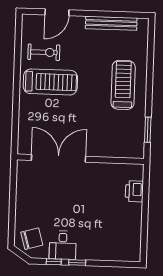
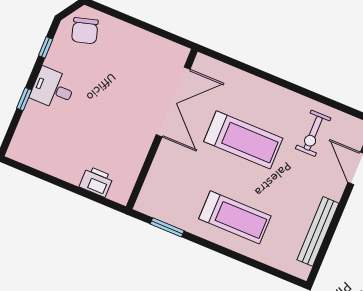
treadmill: (50, 82) -> (243, 140), moved, turned -90
desk: (63, 245) -> (53, 89), moved
window: (77, 263) -> (24, 99), moved

